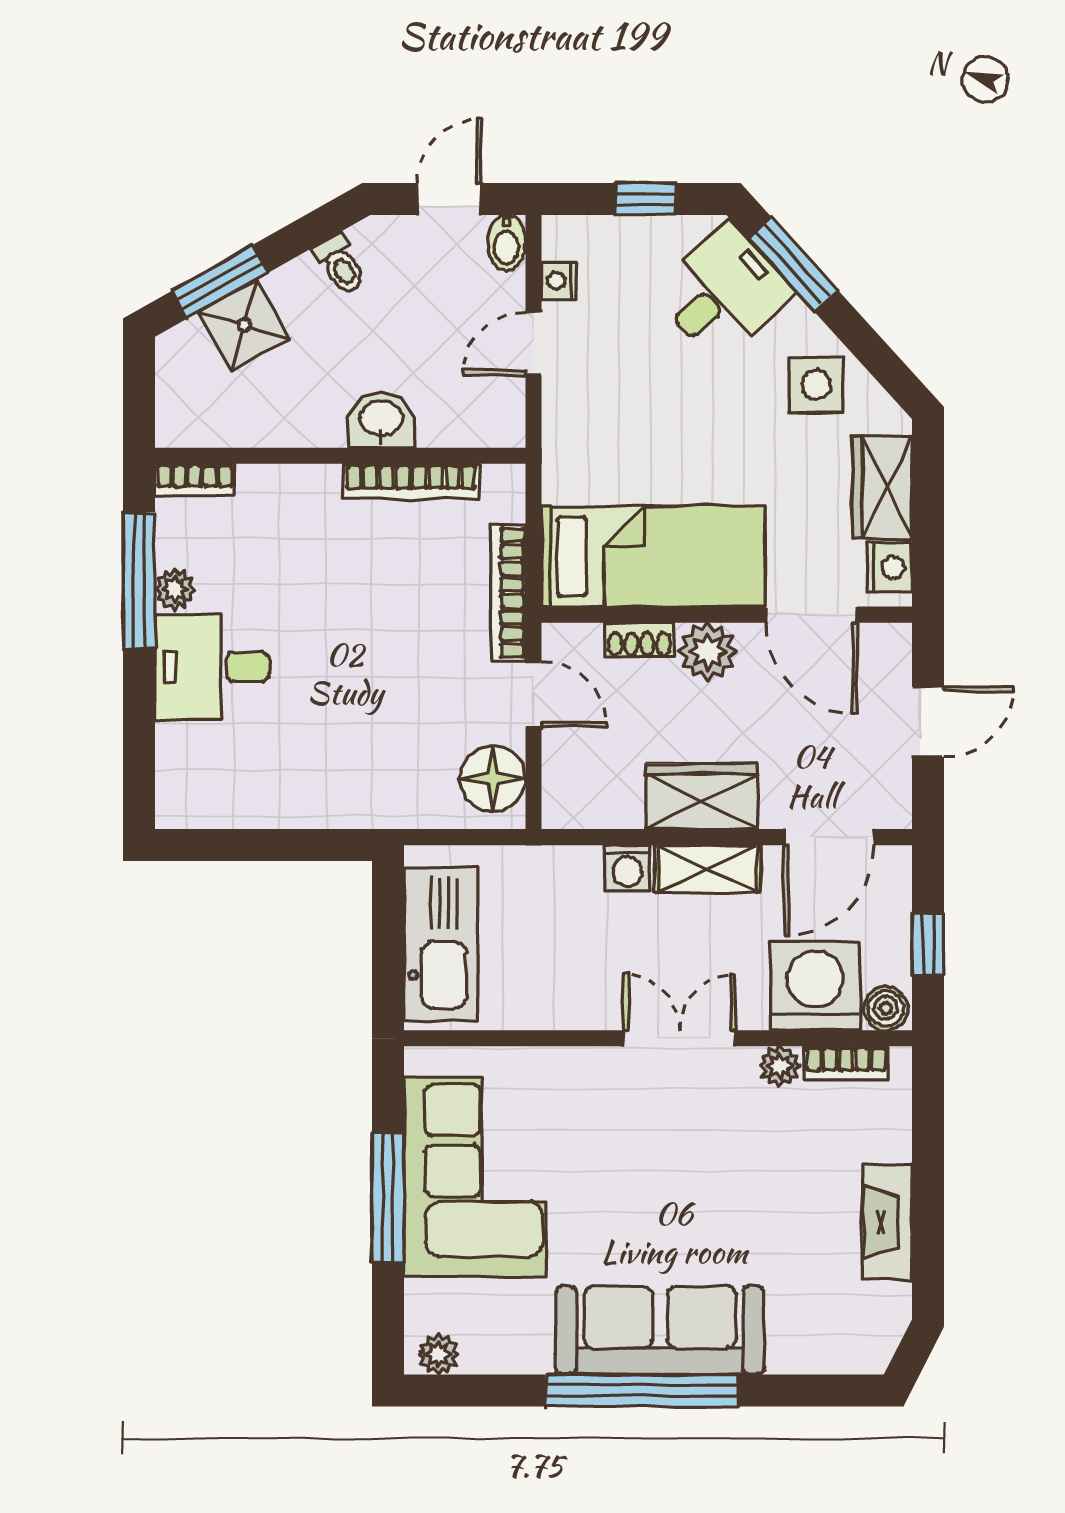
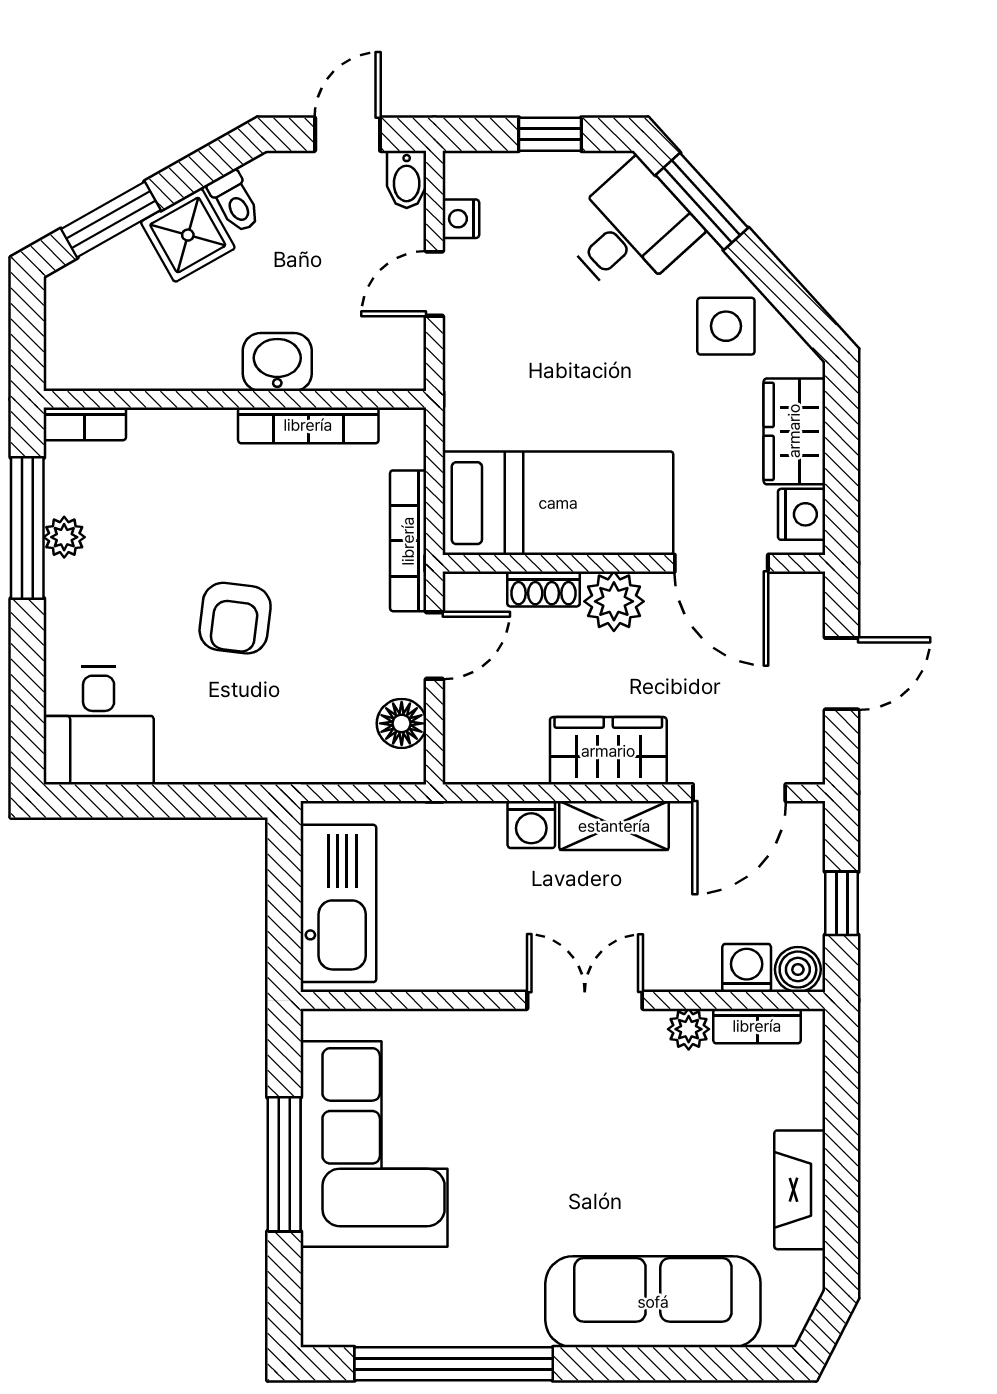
shower: (244, 325) -> (188, 235), moved
desk: (212, 667) -> (99, 725), moved, turned -90
armchair: (340, 668) -> (235, 618), added
door: (534, 694) -> (434, 645), hinge flipped
floor lamp: (493, 779) -> (402, 723), width x0.73, depth x0.73
washing machine: (815, 986) -> (747, 968), width x0.53, depth x0.53
sofa: (660, 1330) -> (653, 1302), moved
plant: (438, 1354) -> (336, 1327), removed
window: (642, 1390) -> (454, 1364), moved

